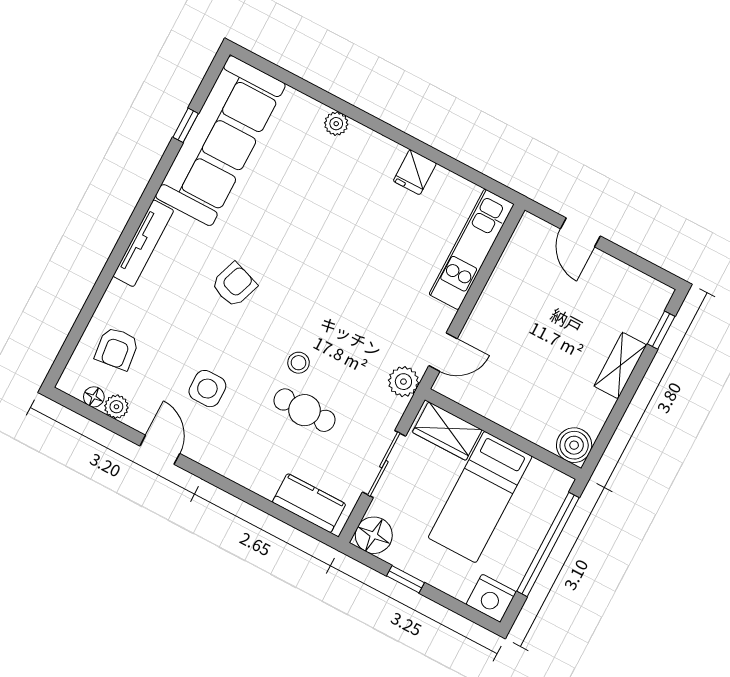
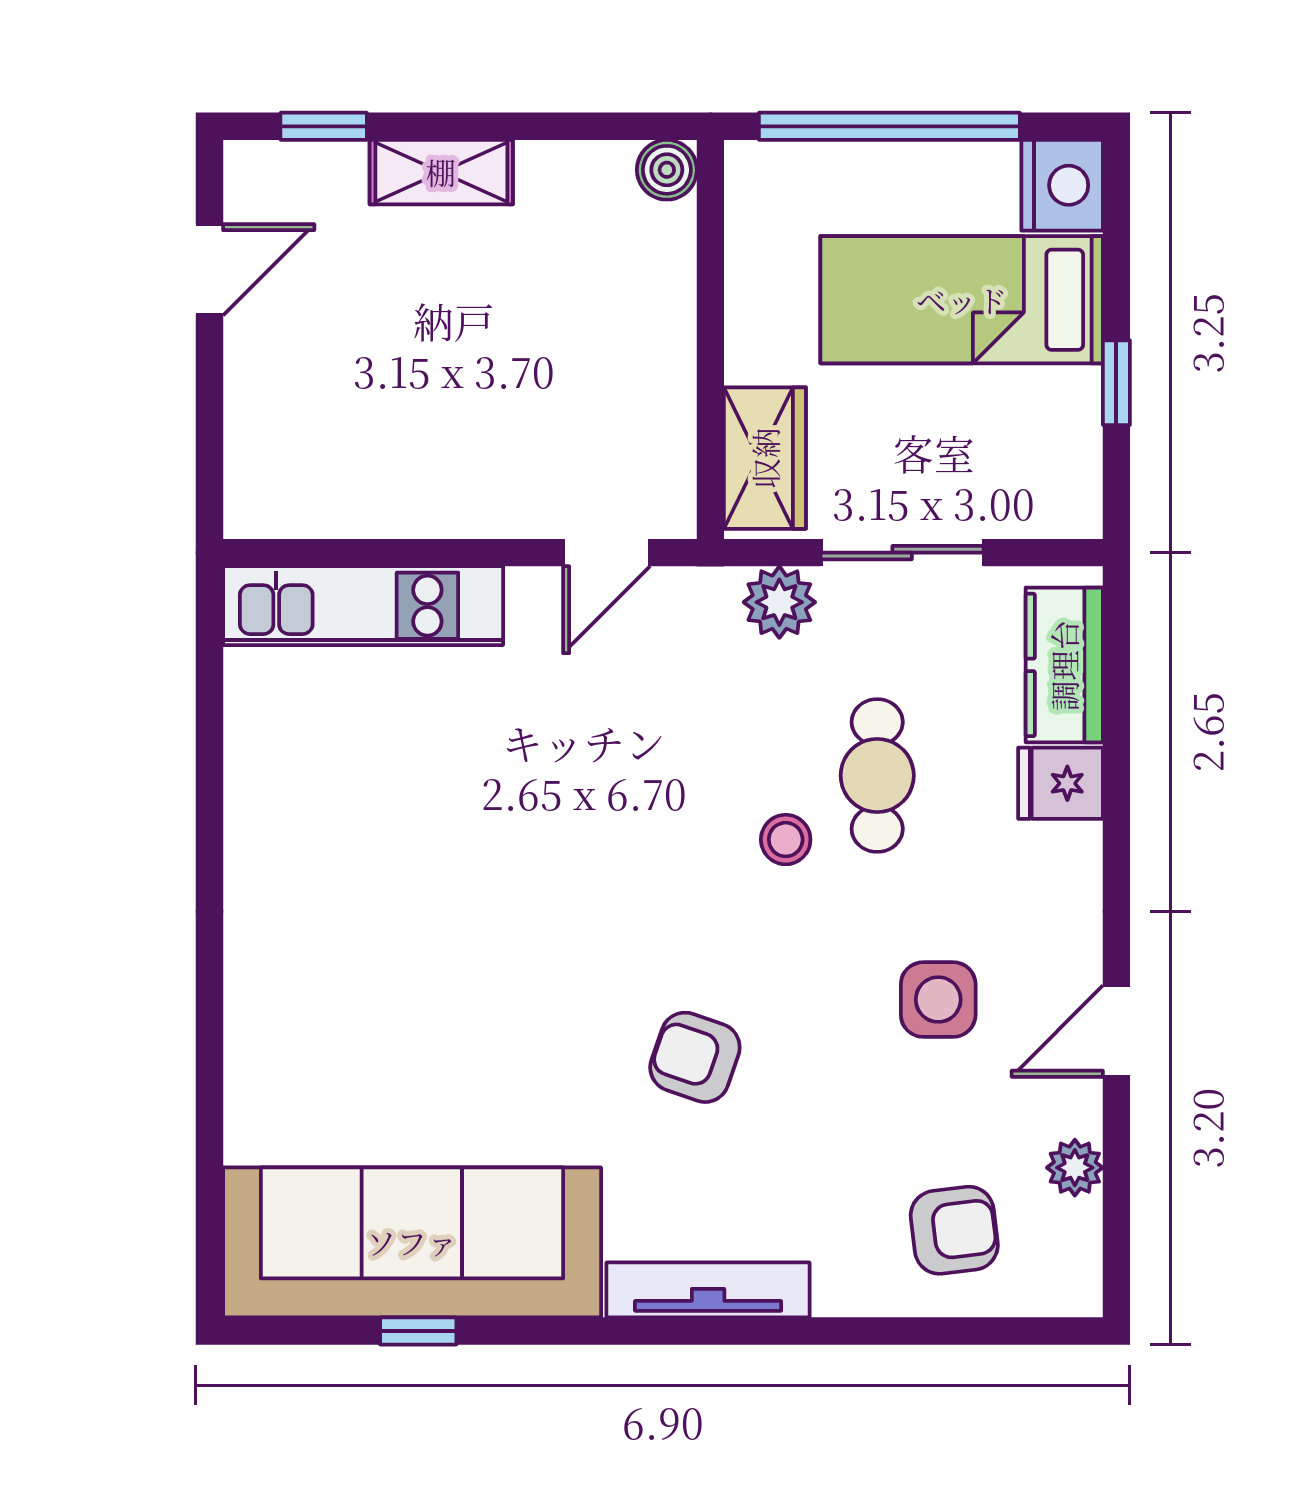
plant: (336, 124) -> (251, 1022), removed
fridge: (415, 172) -> (1060, 783), moved, turned 180
door: (580, 232) -> (210, 270), moved
door: (443, 352) -> (607, 553), swing flipped
plant: (403, 382) -> (779, 602), moved
floor lamp: (94, 397) -> (1079, 1225), removed
boiler: (574, 445) -> (667, 170), width x0.73, depth x0.73
bed: (480, 497) -> (962, 300), moved, turned 180
floor lamp: (374, 535) -> (1060, 496), removed

